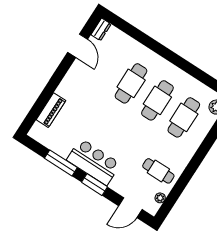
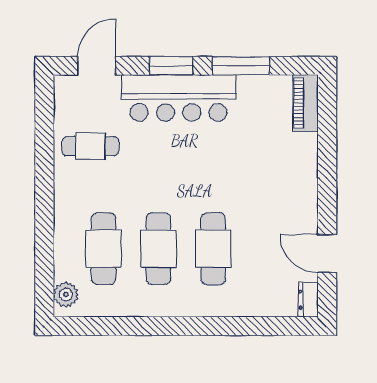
piano: (51, 110) -> (305, 103), moved
bar counter: (94, 162) -> (179, 98), width x1.36
plant: (160, 198) -> (62, 108), removed

